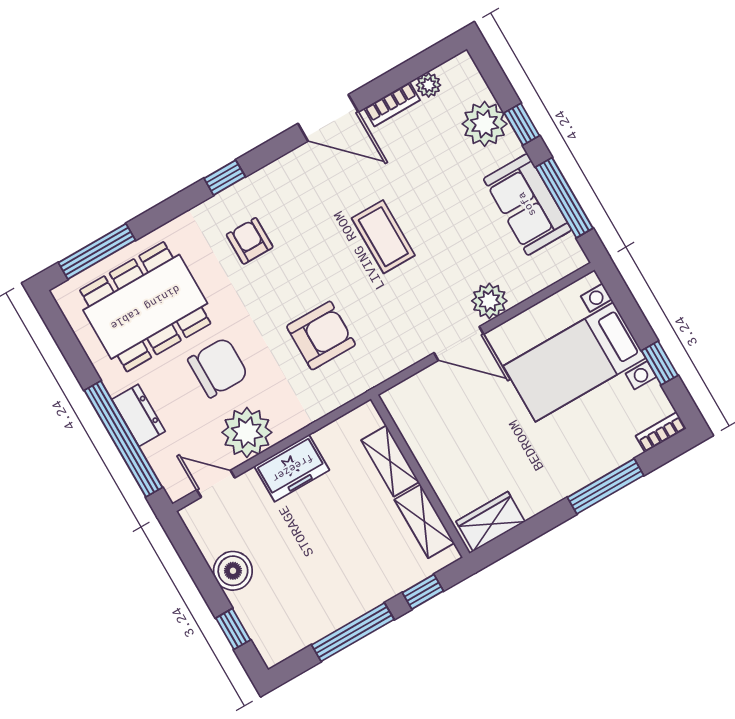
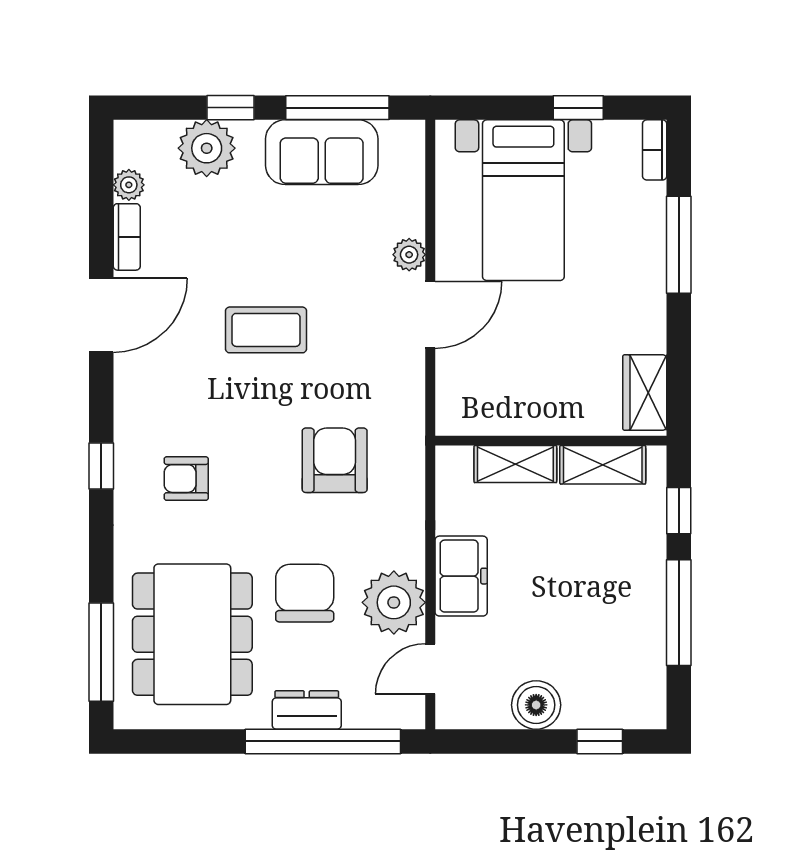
plant: (489, 301) -> (409, 255), width x0.73, depth x0.73

